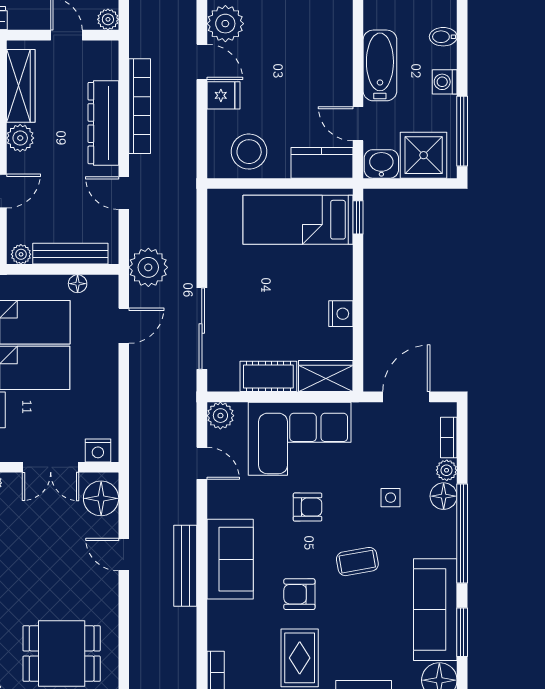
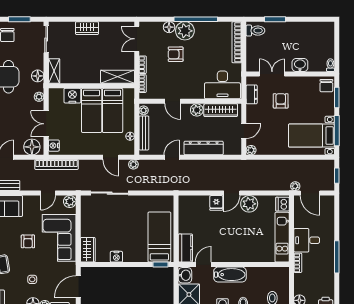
bookcase: (140, 106) -> (56, 165), moved
stool: (249, 152) -> (191, 215), removed
plant: (148, 267) -> (133, 164), width x0.53, depth x0.53
cot: (268, 376) -> (88, 224), removed
door: (406, 397) -> (78, 287), swing flipped

